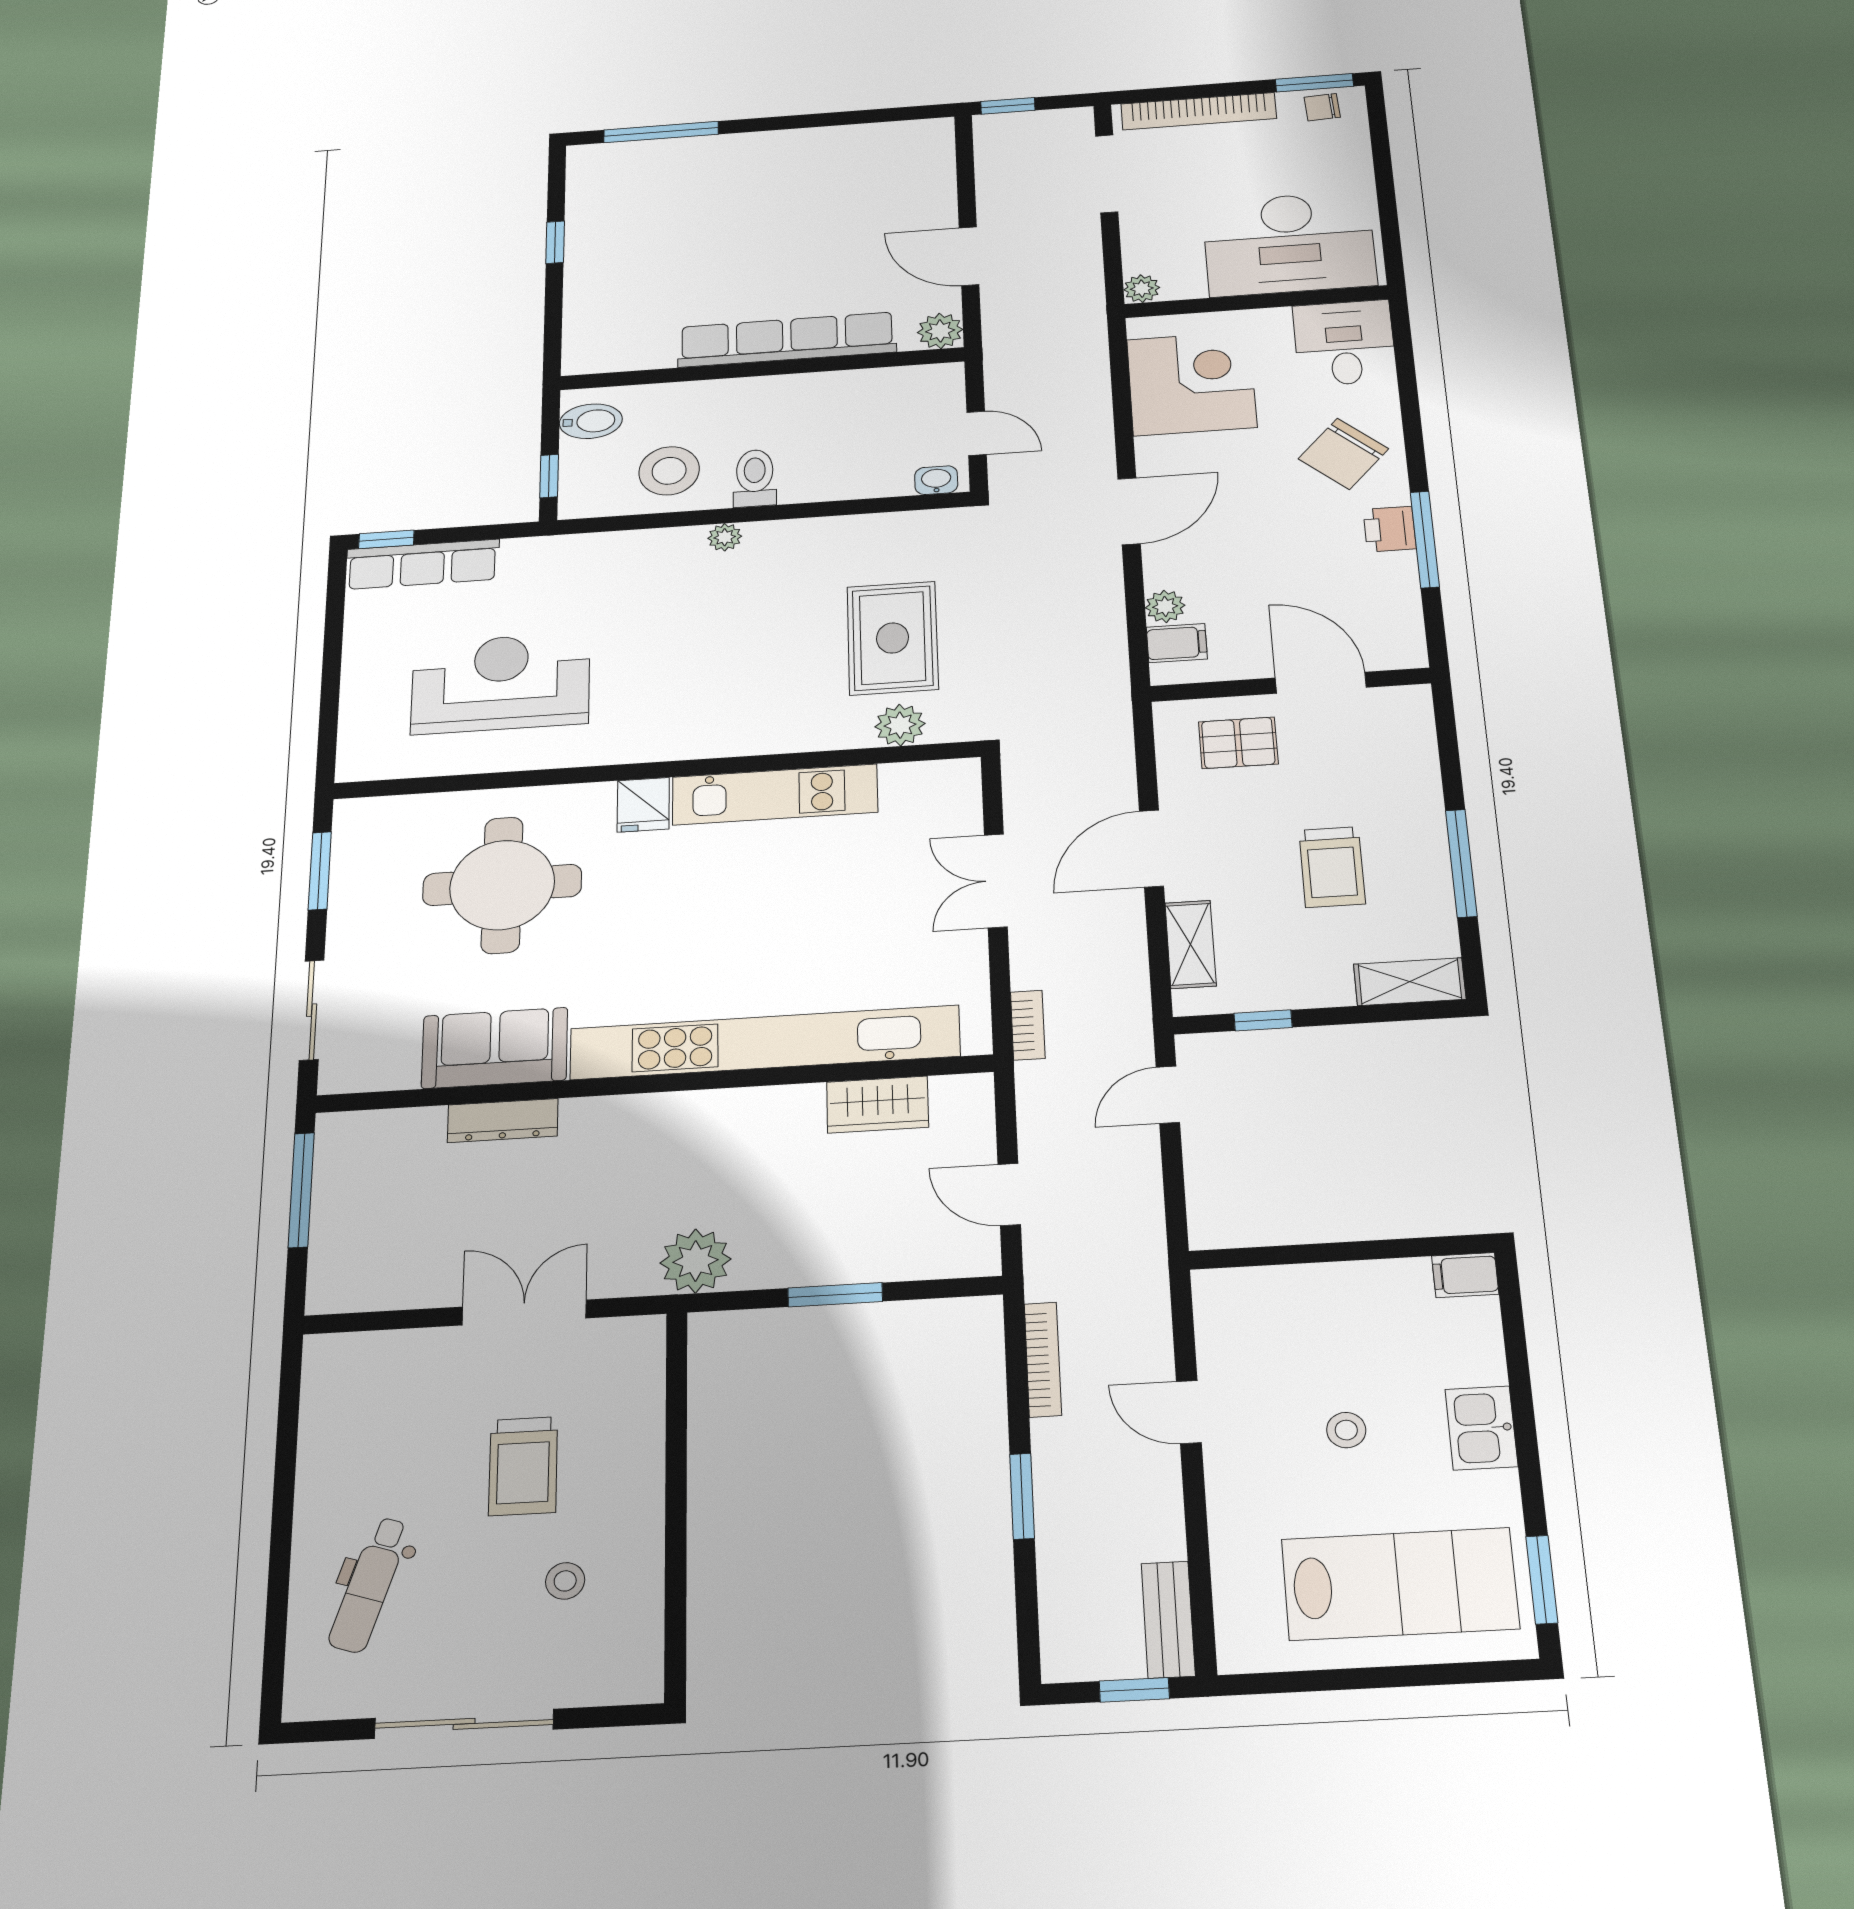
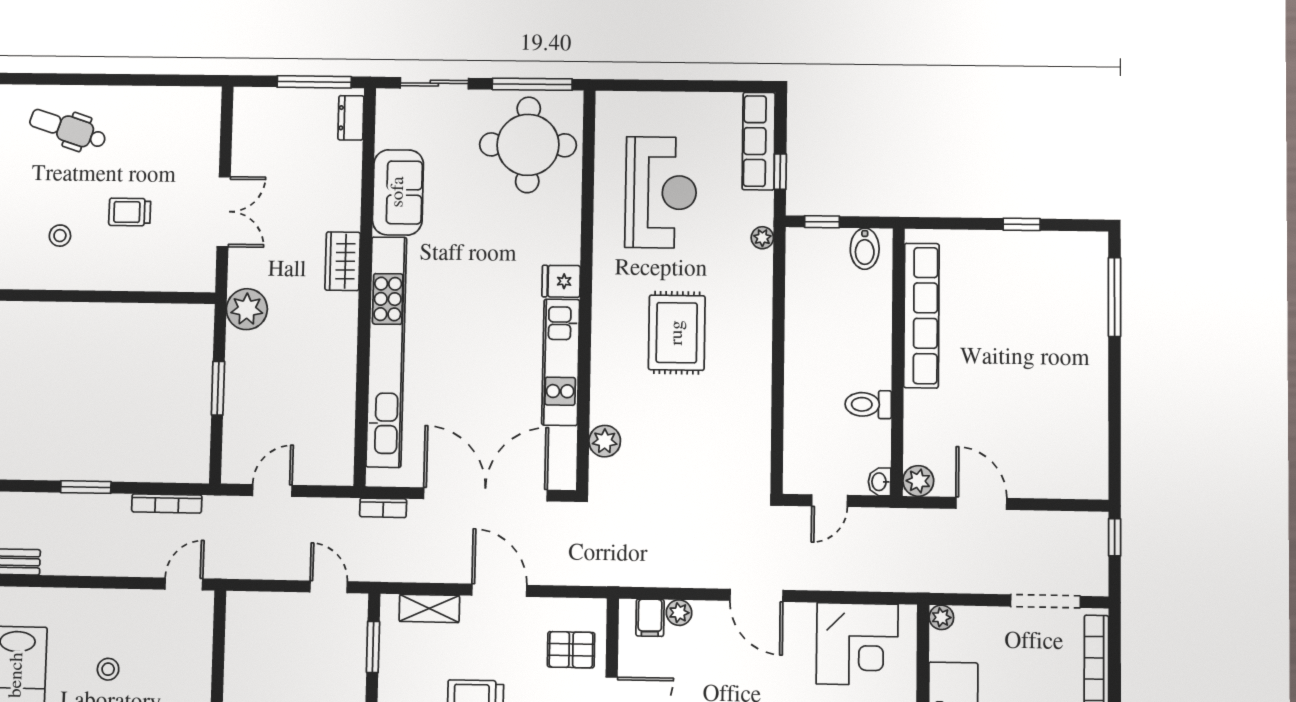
door: (969, 256) -> (981, 503), hinge flipped
row of seats: (787, 340) -> (921, 316), moved
stool: (669, 471) -> (819, 300), removed
toilet: (755, 478) -> (868, 404), moved, turned 180
washbasin: (936, 480) -> (880, 482), moved, turned 180
plant: (725, 537) -> (762, 238), moved
window: (386, 539) -> (780, 172), moved
rug: (892, 638) -> (677, 333), moved, turned 90
pallet: (1238, 743) -> (571, 650), turned 90
window: (320, 871) -> (532, 84), width x1.44
double door: (996, 881) -> (485, 494), width x1.87
round table: (502, 885) -> (528, 145), moved
window: (1263, 1020) -> (373, 647), width x1.50
wardrobe: (878, 1105) -> (343, 261), moved
dresser: (503, 1120) -> (351, 118), moved, width x0.70
door: (1189, 1412) -> (184, 584), moved
trolley: (523, 1466) -> (130, 212), width x0.73, depth x0.72

